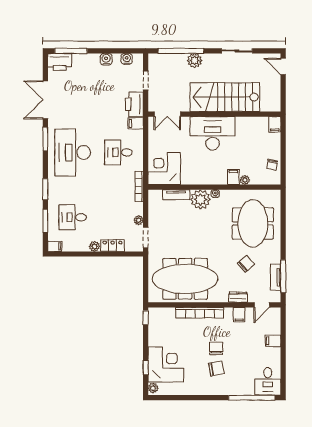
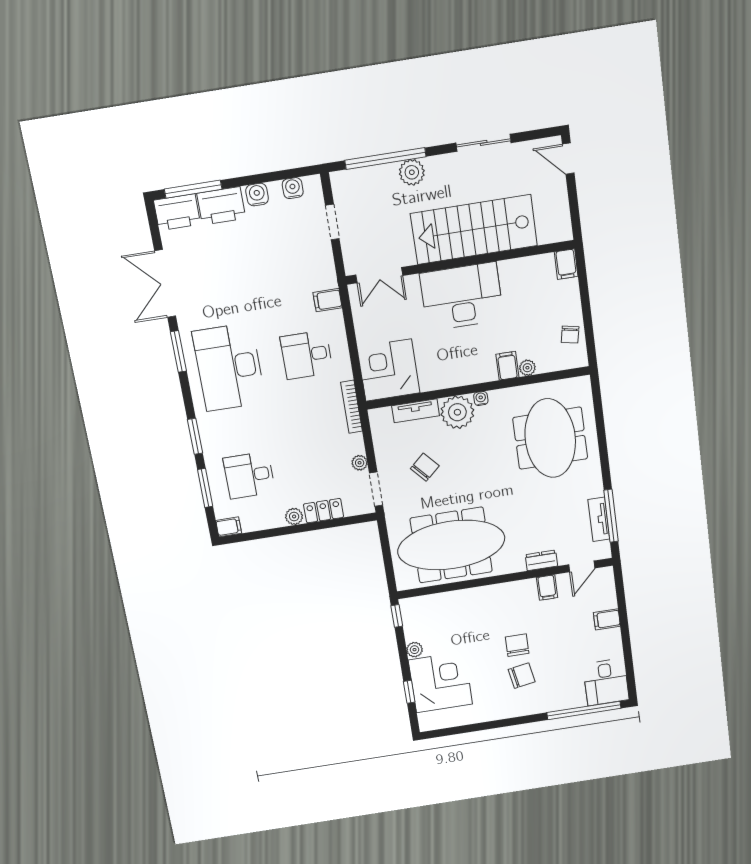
printer: (134, 104) -> (221, 206), moved, turned -90
chair: (246, 264) -> (425, 467), moved
bookcase: (200, 313) -> (483, 594), removed
plant: (153, 388) -> (415, 650), moved

